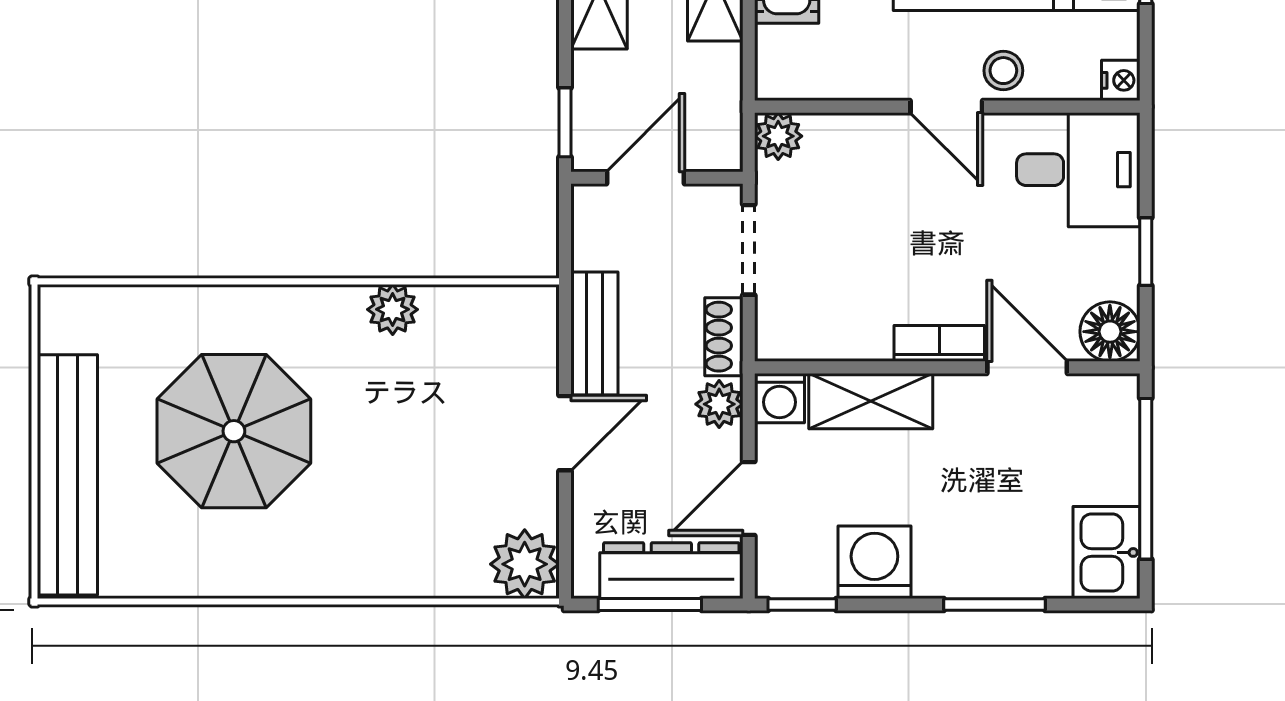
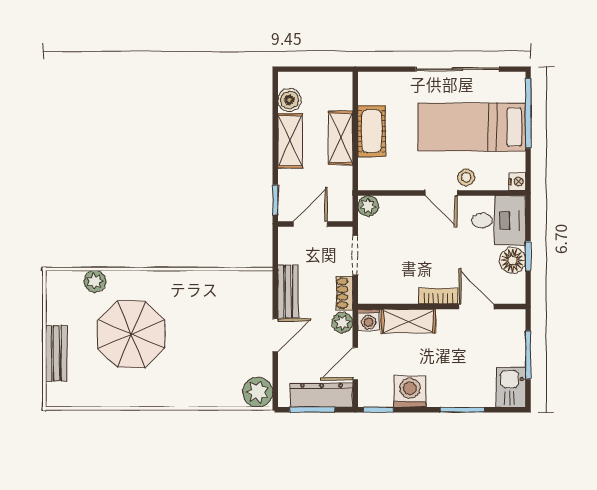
plant: (393, 309) -> (95, 281), moved
floor lamp: (1110, 332) -> (513, 260), moved
bench: (67, 475) -> (56, 353), width x0.54, depth x0.82
window: (1146, 479) -> (528, 355), width x0.69

